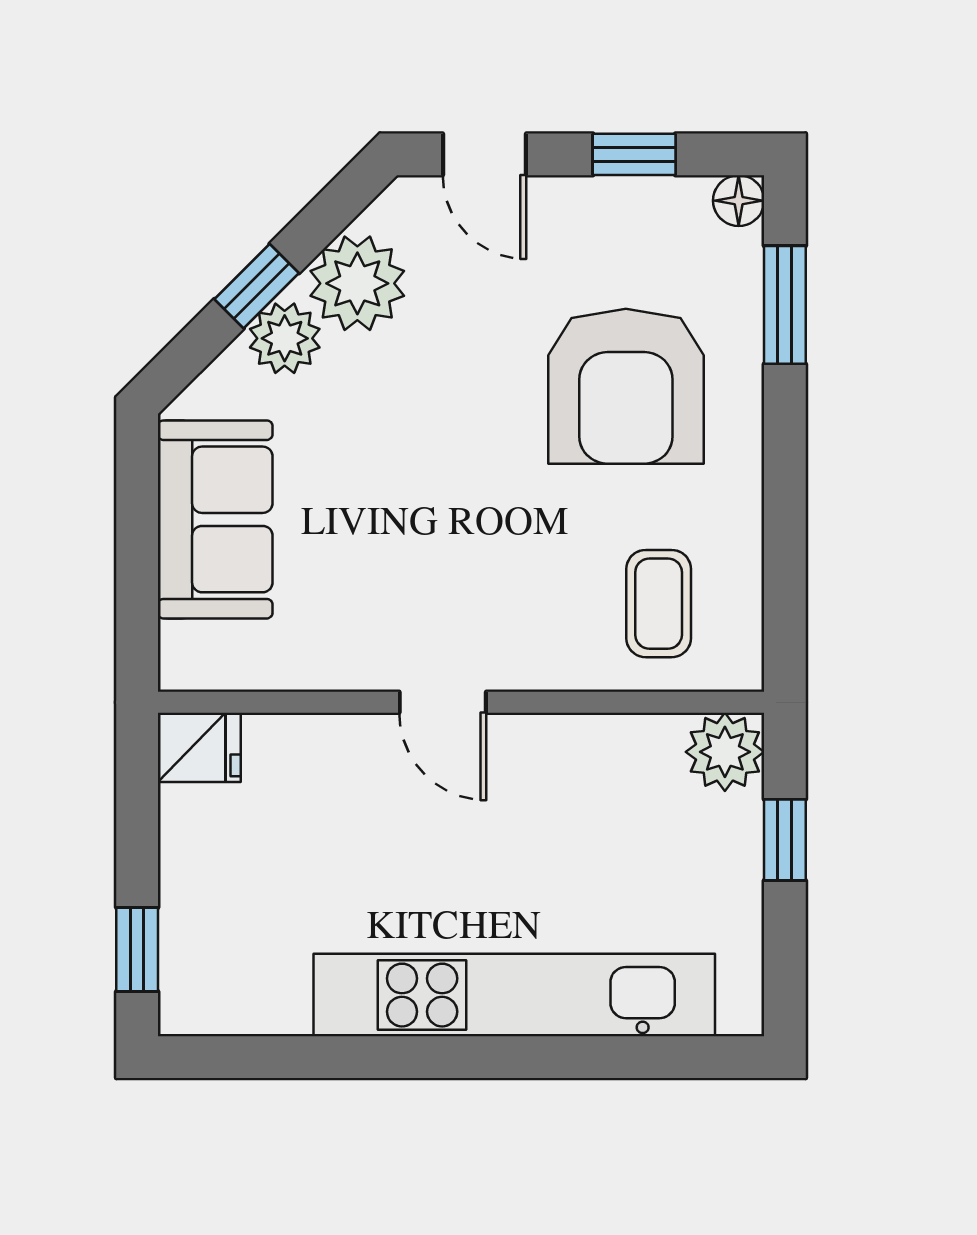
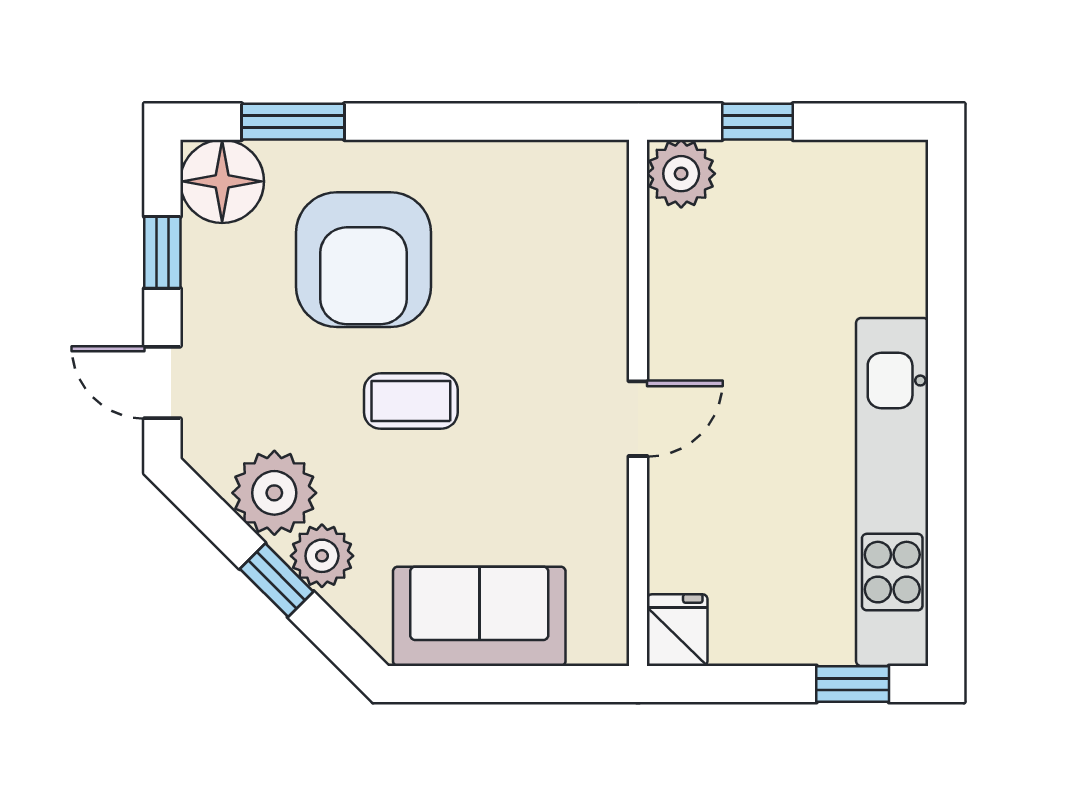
door: (484, 154) -> (162, 382), swing flipped
floor lamp: (739, 201) -> (222, 181), width x1.89, depth x1.89
armchair: (626, 386) -> (364, 260), turned 90
coffee table: (659, 604) -> (411, 401), moved
kitchen unit: (514, 995) -> (892, 492), moved

